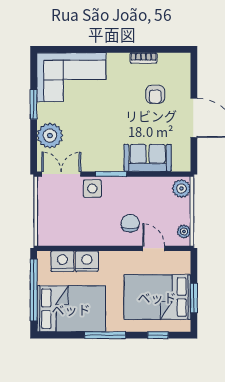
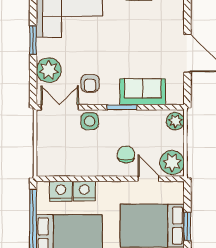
armchair: (155, 94) -> (90, 83), moved
window: (111, 174) -> (122, 107), moved
plant: (184, 231) -> (172, 163), width x1.87, depth x1.87

